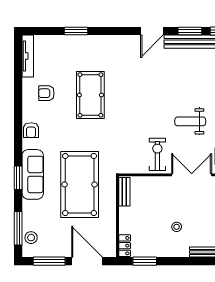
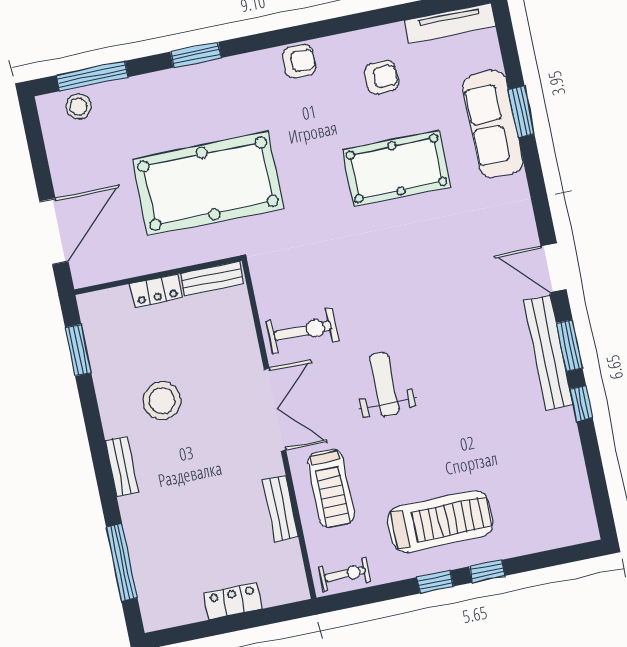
armchair: (46, 93) -> (382, 77), turned 89
armchair: (31, 130) -> (299, 61), turned 180
sofa: (33, 174) -> (493, 124), moved, turned 90
stool: (177, 227) -> (162, 401), width x1.89, depth x1.89
locker: (125, 246) -> (156, 291), moved
window: (49, 261) -> (38, 153), removed

